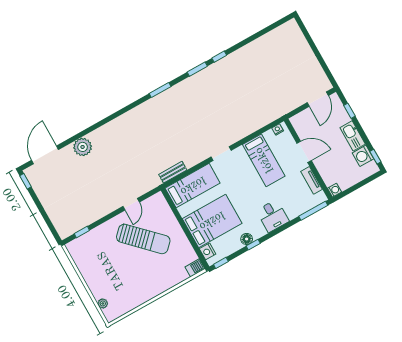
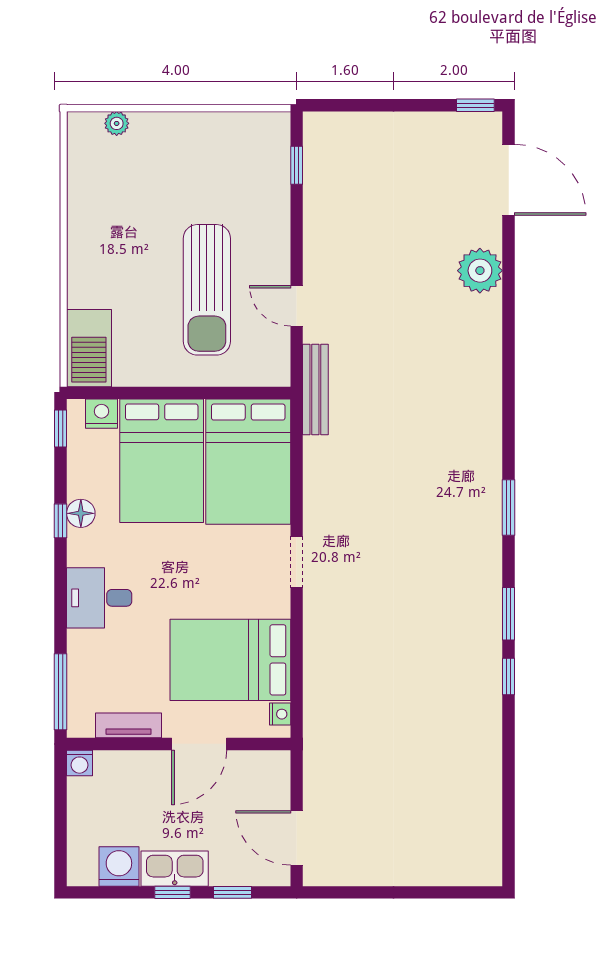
window: (375, 157) -> (173, 892), moved
bed: (264, 160) -> (230, 660), width x1.50
bench: (173, 172) -> (315, 390), moved, width x1.36
bed: (193, 186) -> (248, 462), width x1.50
sun lounger: (143, 239) -> (207, 290), turned -45
barbecue: (195, 268) -> (89, 348), width x1.88, depth x1.53

